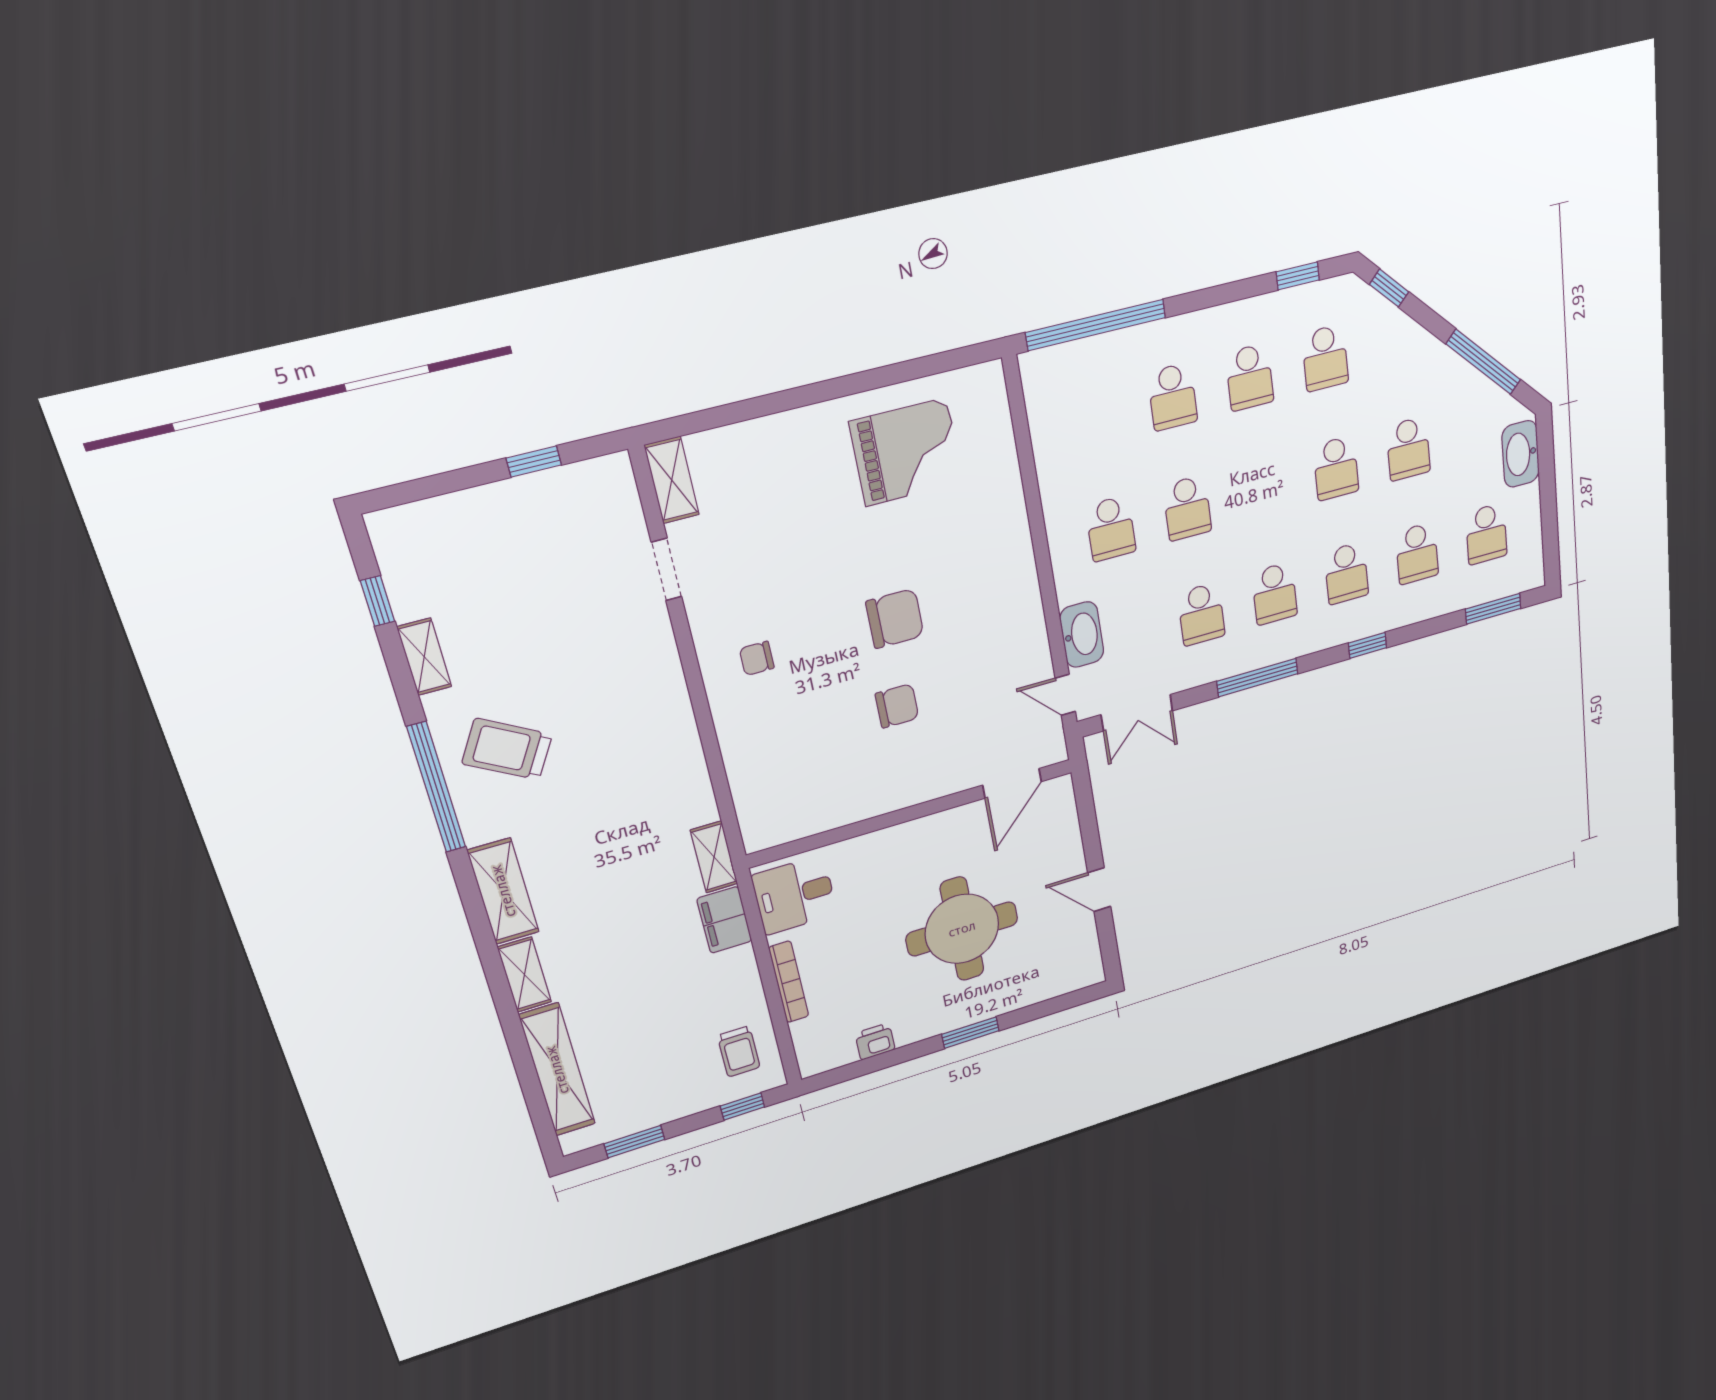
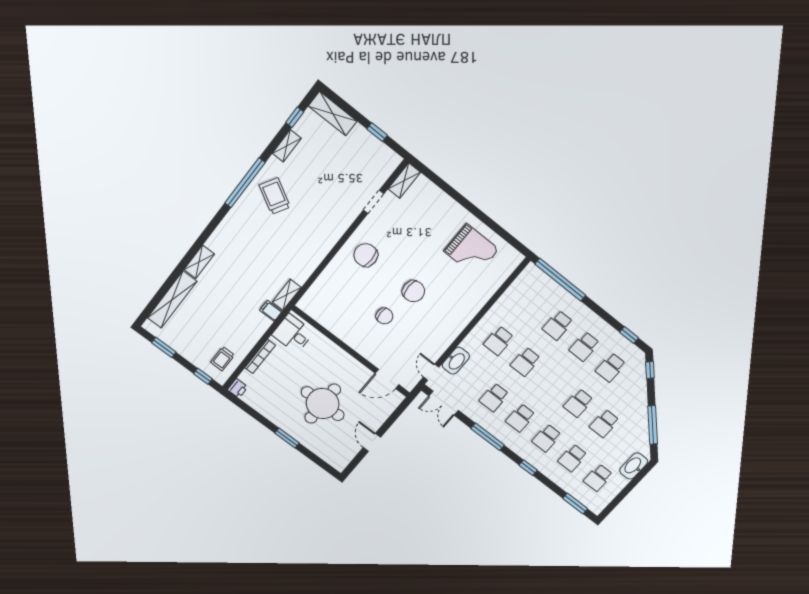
chair: (757, 658) -> (366, 255), width x1.87, depth x1.87
shelving: (503, 891) -> (333, 114), moved, turned 90
filing cabinet: (724, 920) -> (271, 311), width x0.50
printer: (875, 1041) -> (238, 388), moved, turned 90

